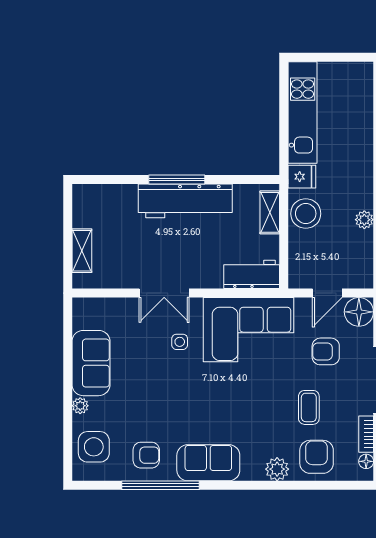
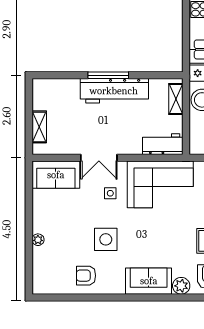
sofa: (91, 363) -> (56, 175), moved, turned 90
side table: (94, 447) -> (106, 239), moved
armchair: (146, 455) -> (86, 276), turned 180
sofa: (208, 463) -> (149, 281), moved
window: (161, 485) -> (96, 298), removed

